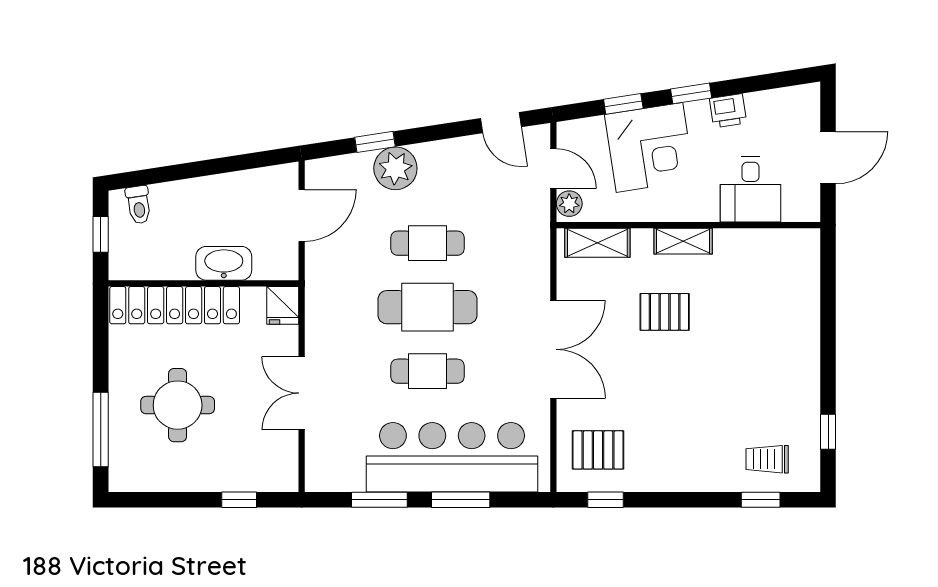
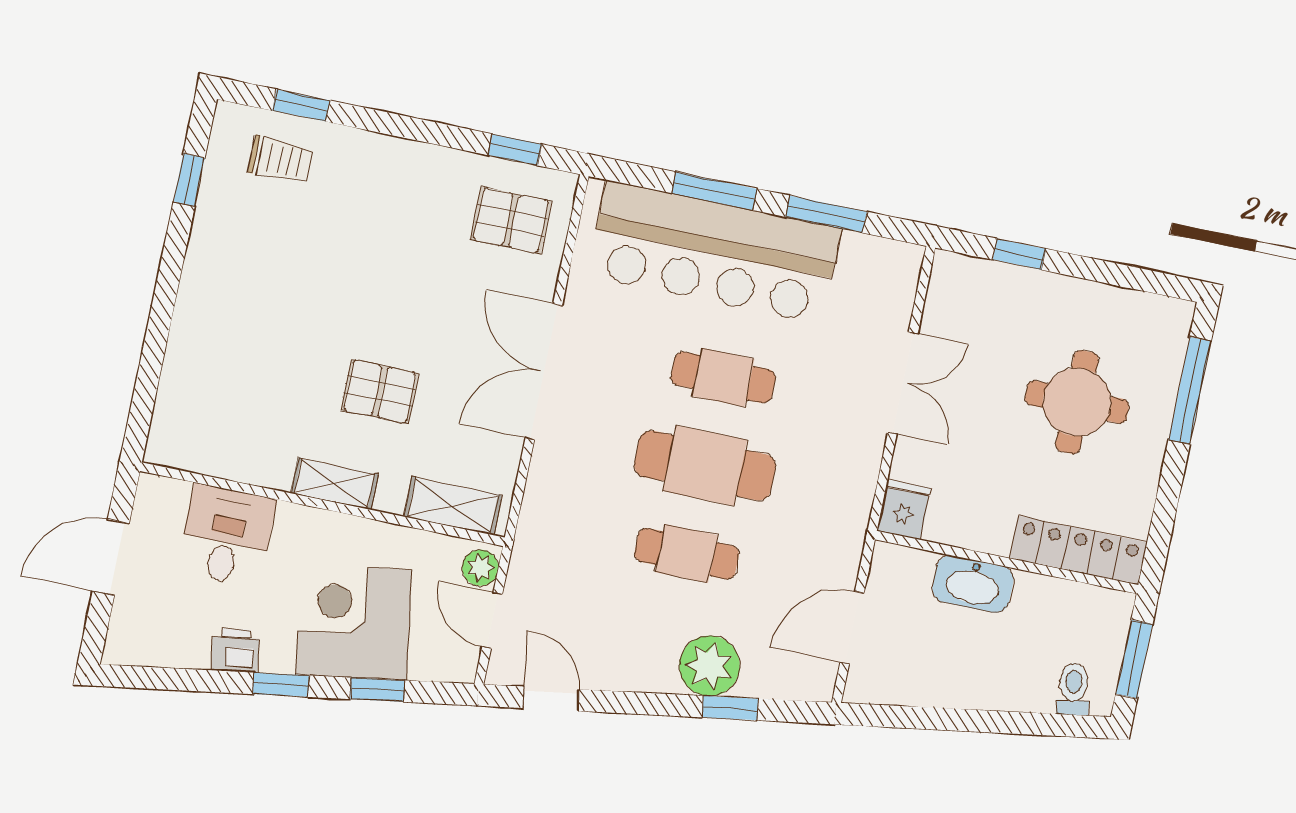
window: (101, 234) -> (1134, 659), width x1.50
locker: (175, 305) -> (1078, 550), width x0.71, depth x0.83

